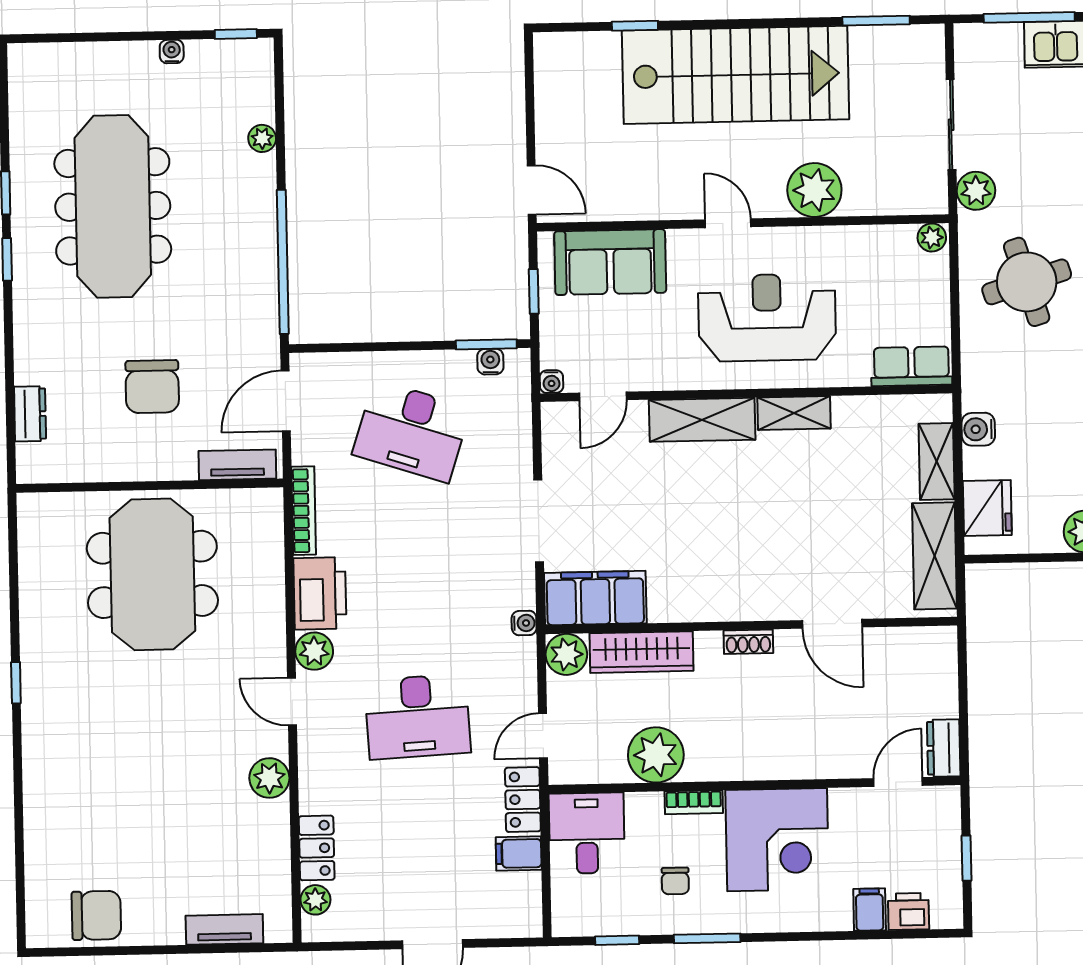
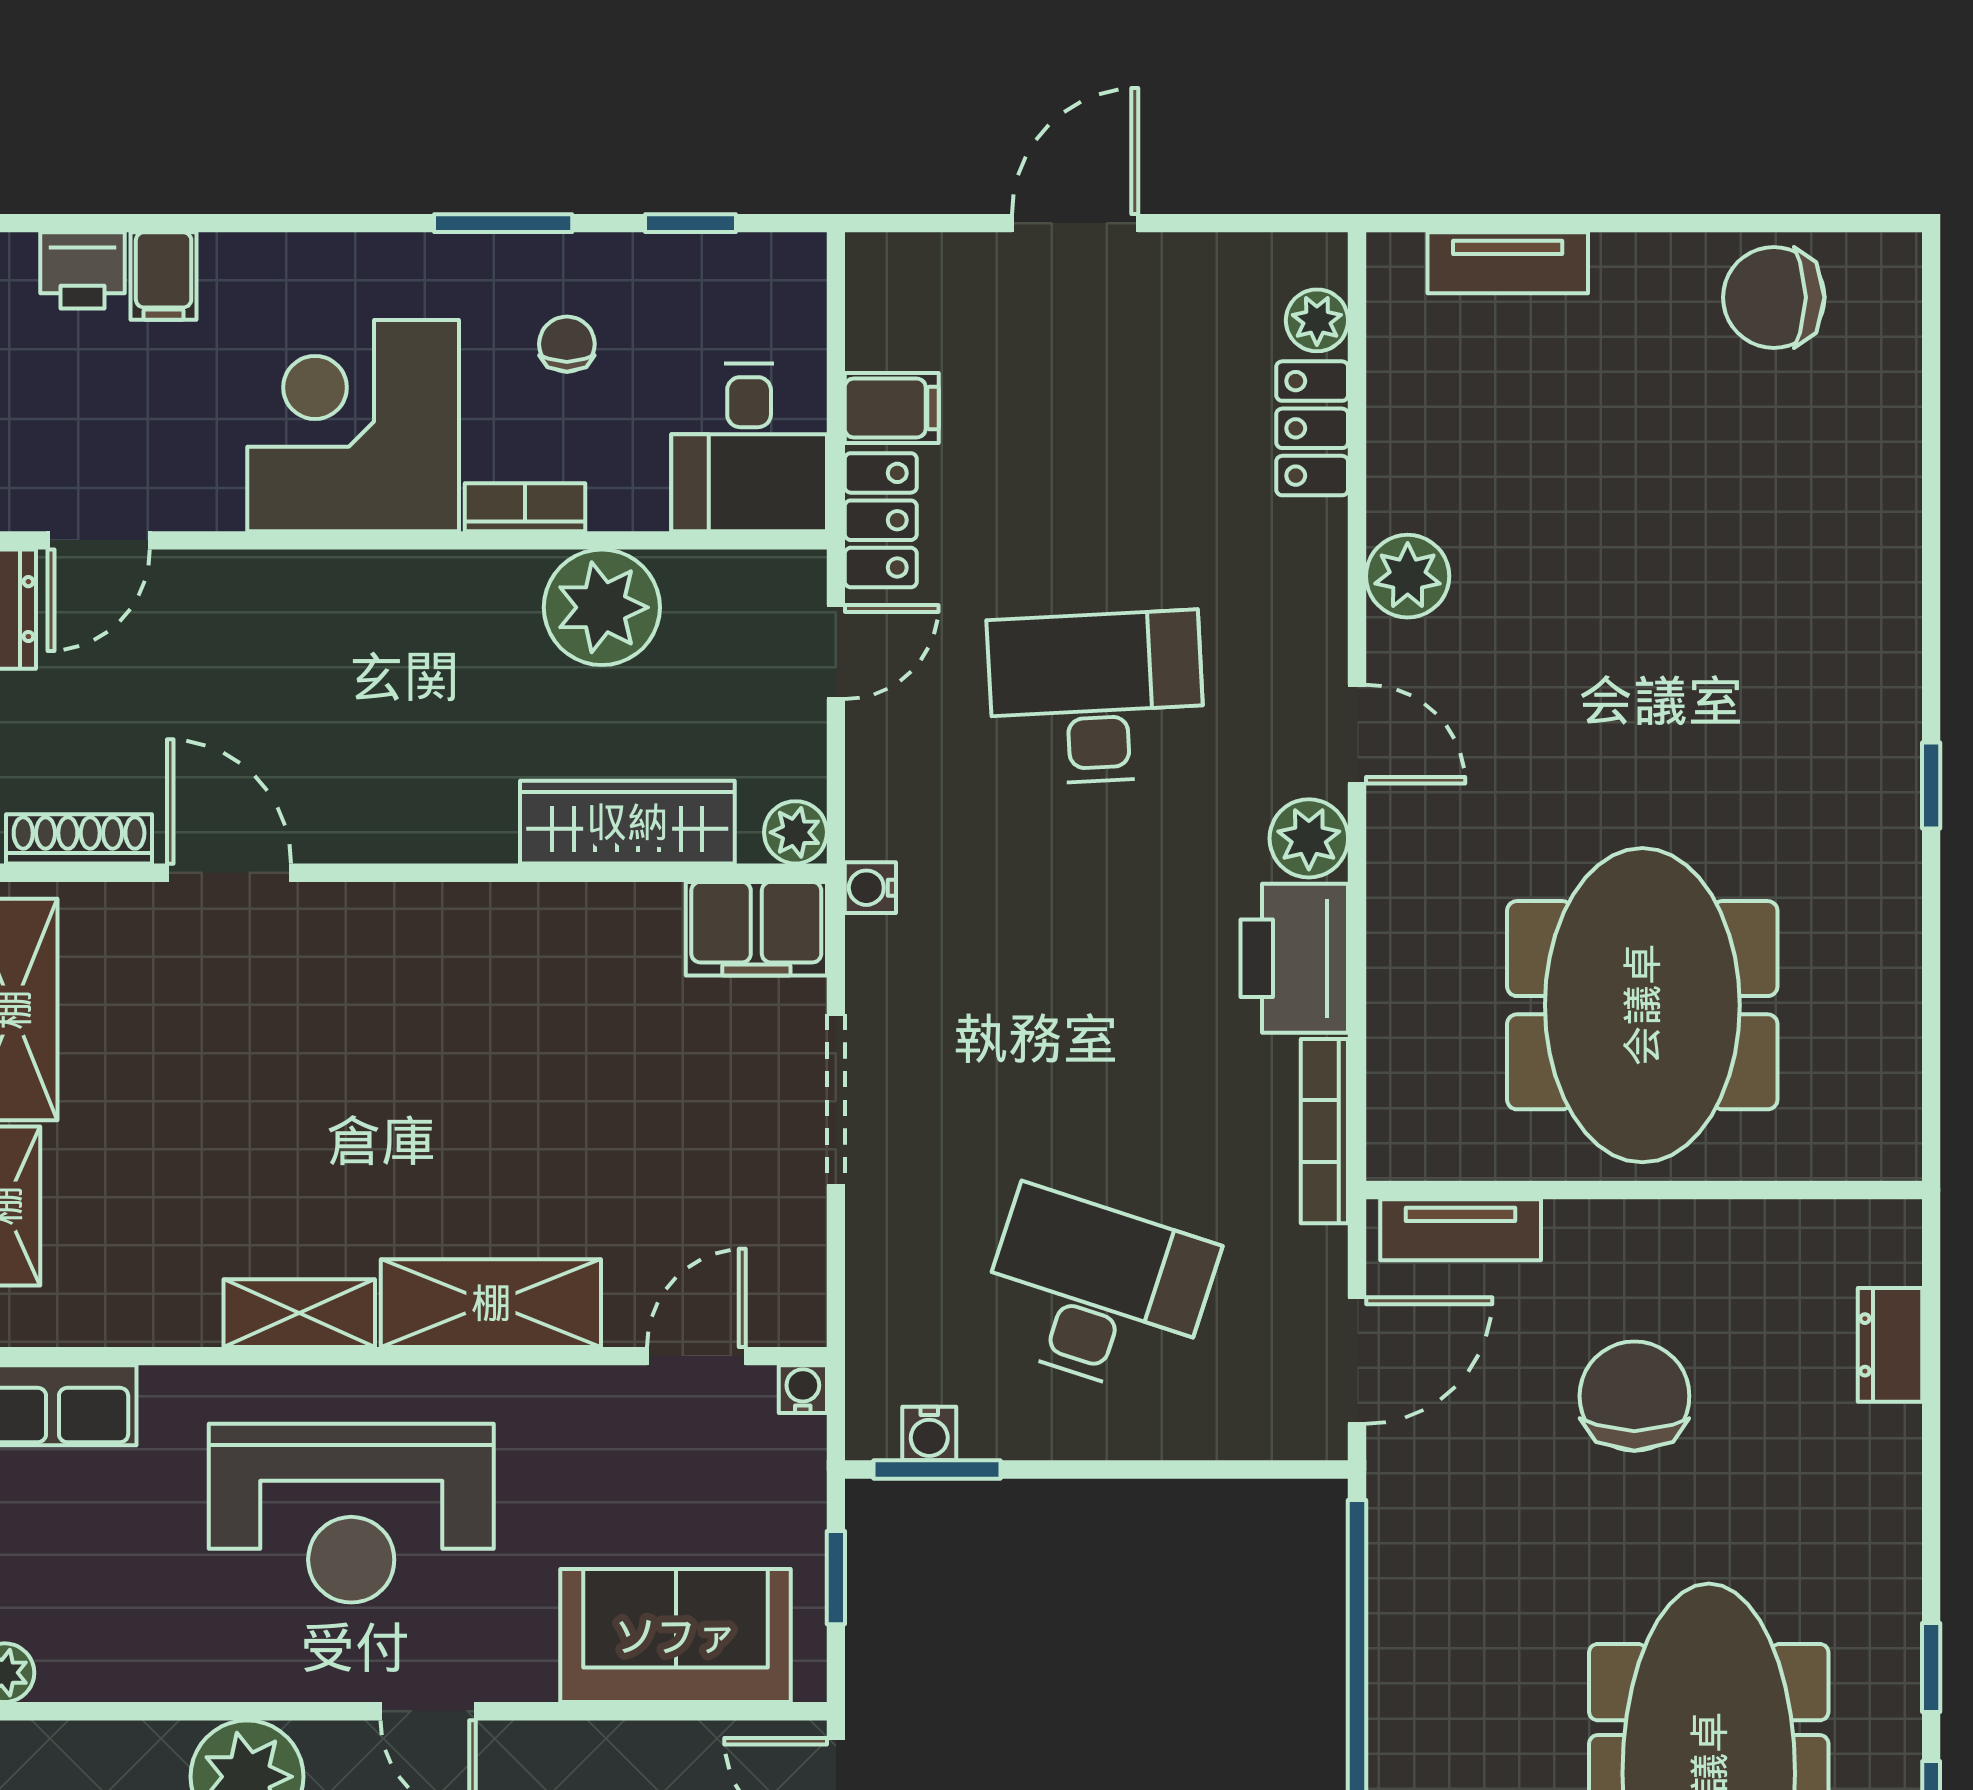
filing cabinet: (595, 598) -> (756, 929), width x0.67, depth x0.86
shoe rack: (748, 642) -> (79, 839), moved, width x1.43
plant: (566, 654) -> (795, 832), width x0.73, depth x0.73

